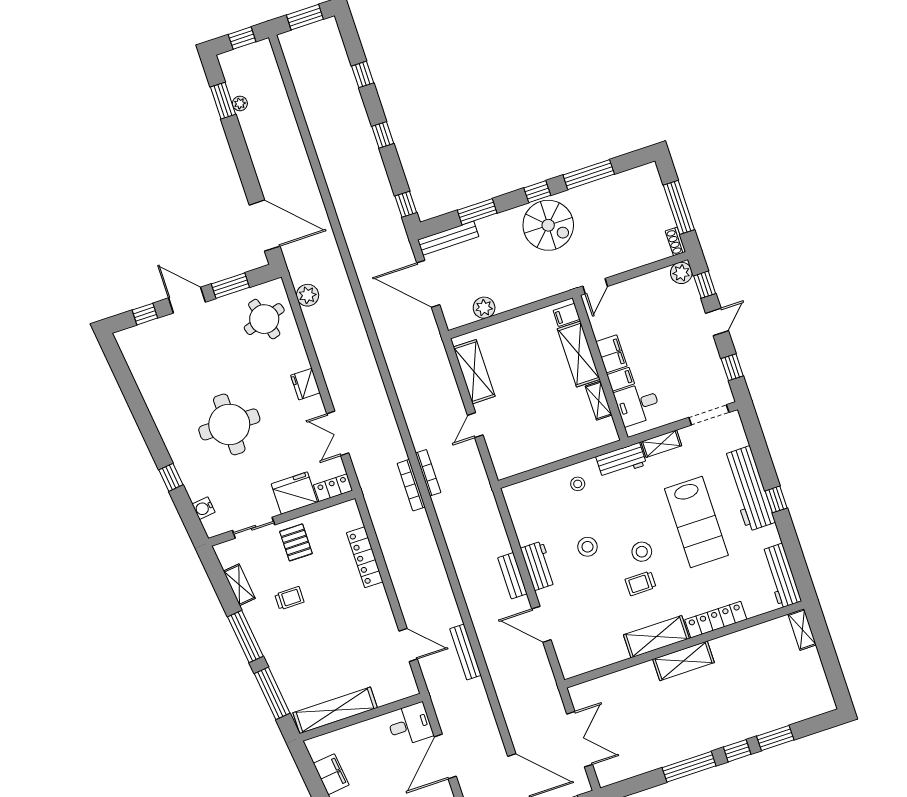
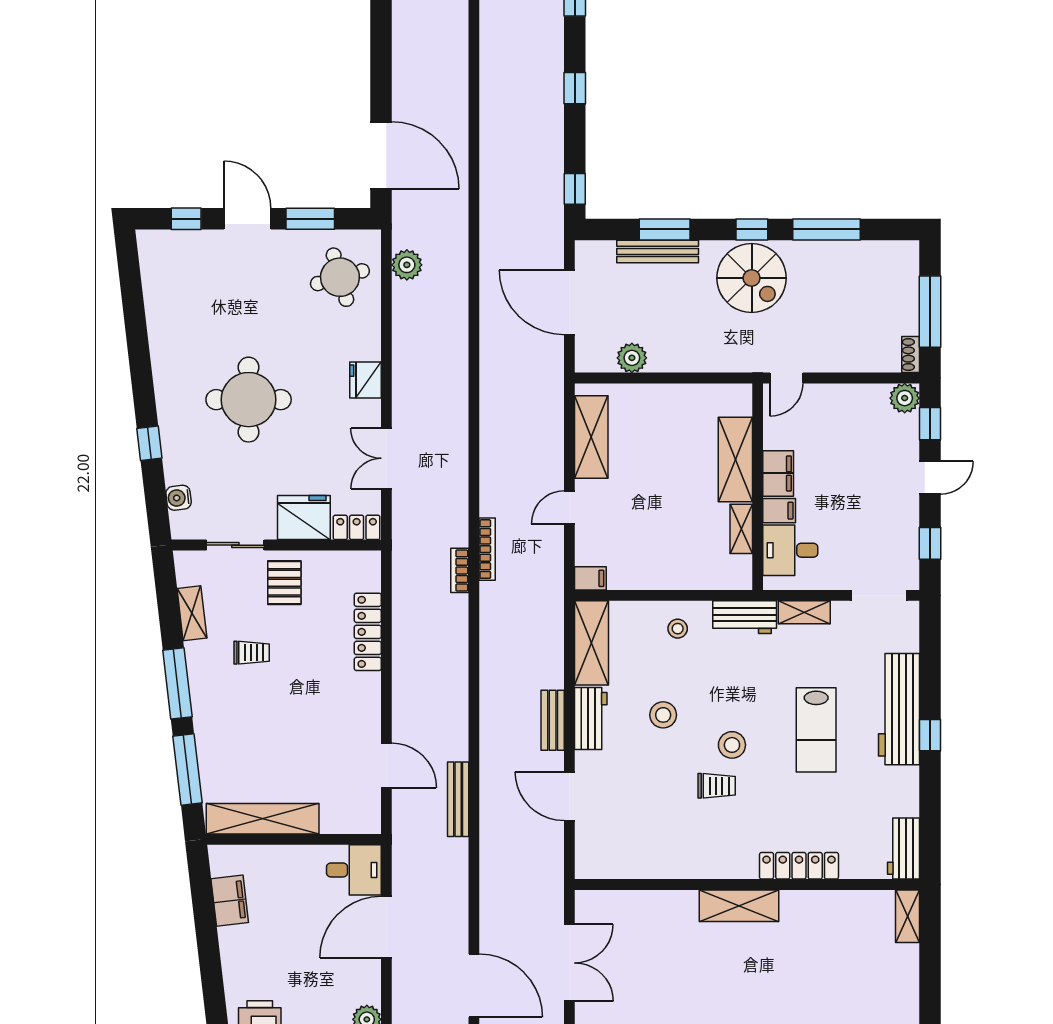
bench: (448, 238) -> (658, 251), moved
filing cabinet: (567, 315) -> (590, 578), moved, turned 180
bookcase: (411, 485) -> (460, 570), width x0.64
lab bench: (696, 522) -> (816, 730), width x0.73, depth x0.72
workbench: (781, 576) -> (904, 848), width x0.73
trolley: (641, 583) -> (717, 786), turned 180
shelving: (656, 637) -> (592, 643), moved, turned 90

